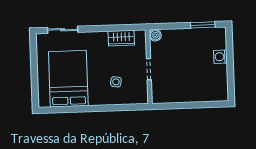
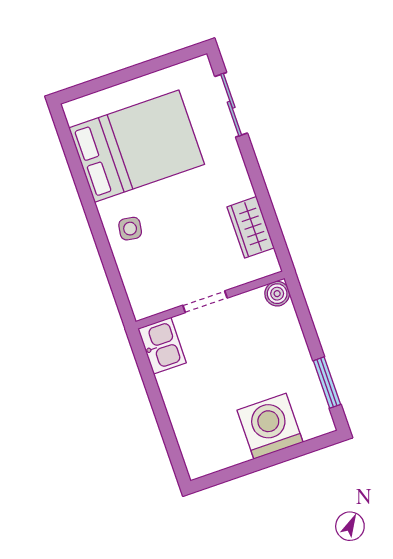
washing machine: (221, 57) -> (270, 426), width x1.89, depth x1.89
side table: (116, 82) -> (130, 229), moved
kitchen sink: (163, 95) -> (162, 346), added

